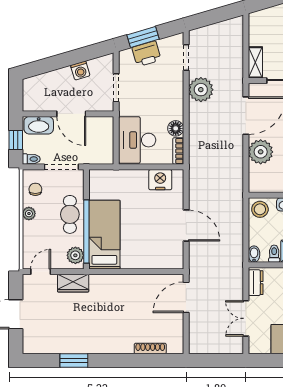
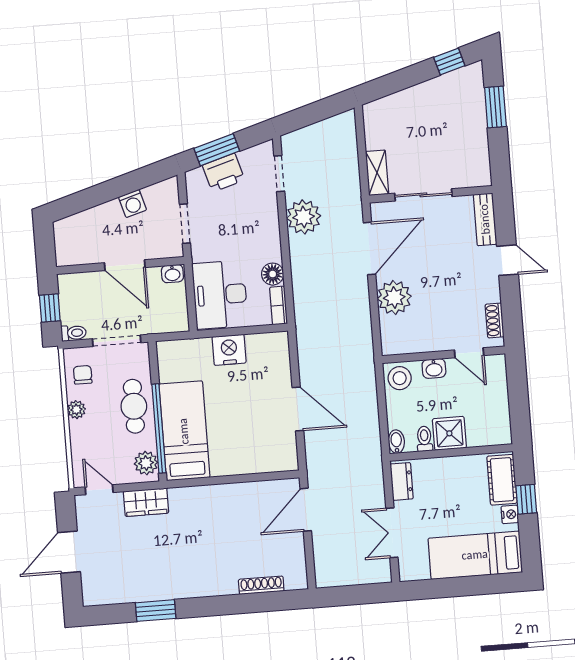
washbasin: (39, 125) -> (172, 274), moved, width x0.52, depth x0.69
nightstand: (160, 180) -> (229, 350), moved
door: (41, 272) -> (99, 490), hinge flipped

